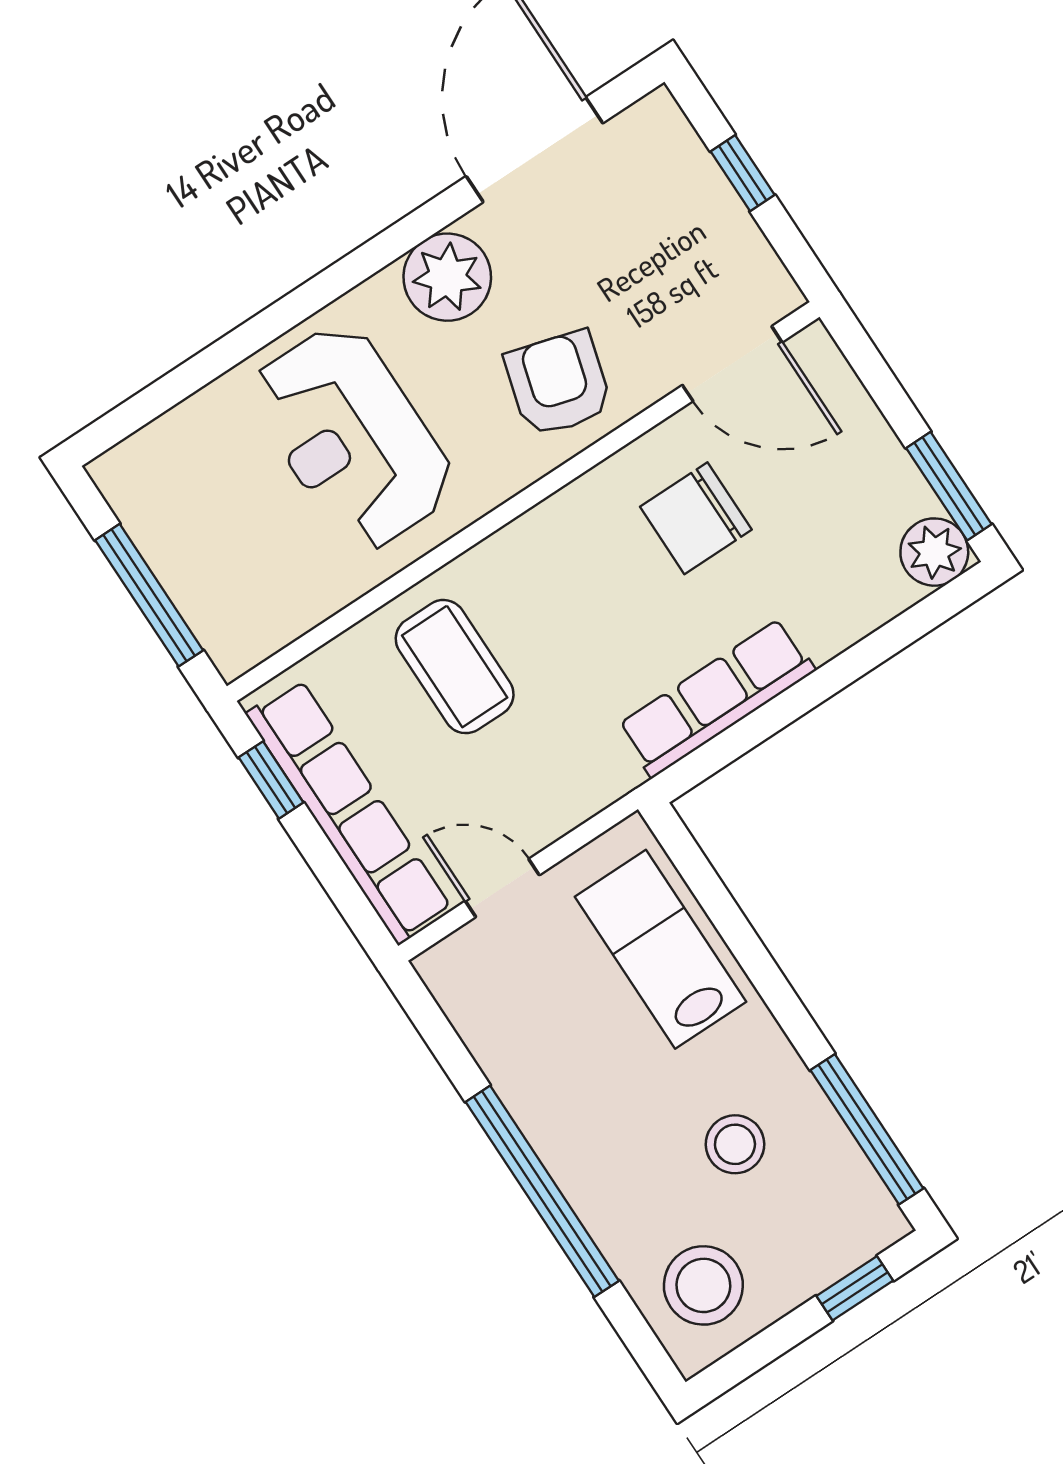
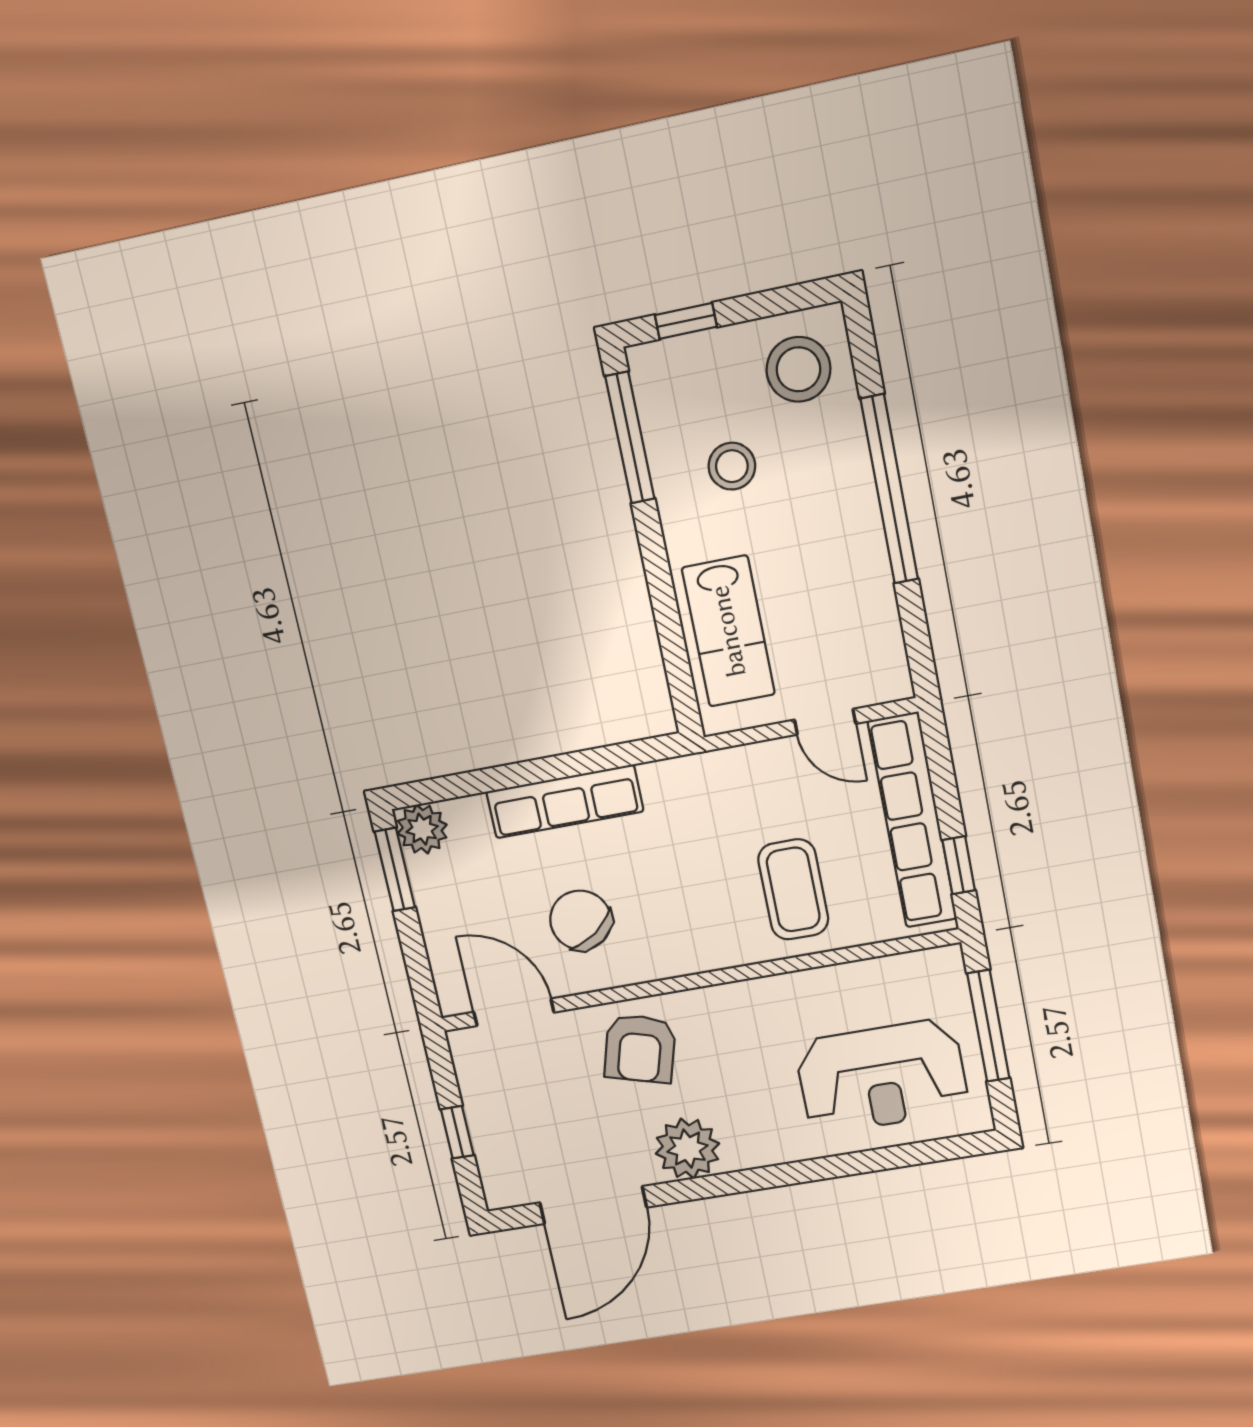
reception desk: (352, 438) -> (882, 1077), moved, turned 90
chair: (696, 518) -> (581, 920), turned -126
row of seats: (716, 698) -> (565, 802), moved

